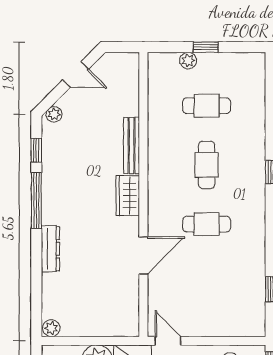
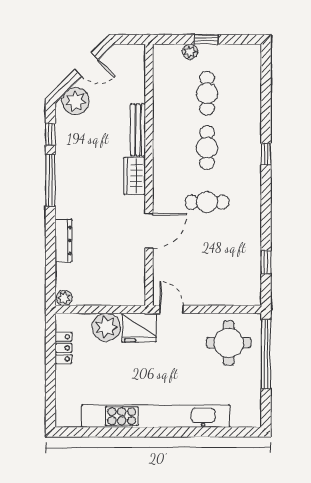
cafe table: (207, 106) -> (207, 93), turned 90
plant: (54, 114) -> (76, 101), width x1.88, depth x1.88
dresser: (50, 249) -> (63, 240), moved

